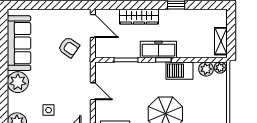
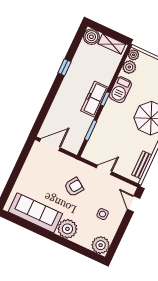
wardrobe: (139, 17) -> (60, 103), removed
boiler: (219, 18) -> (91, 37), added
armchair: (69, 47) -> (74, 187), moved

